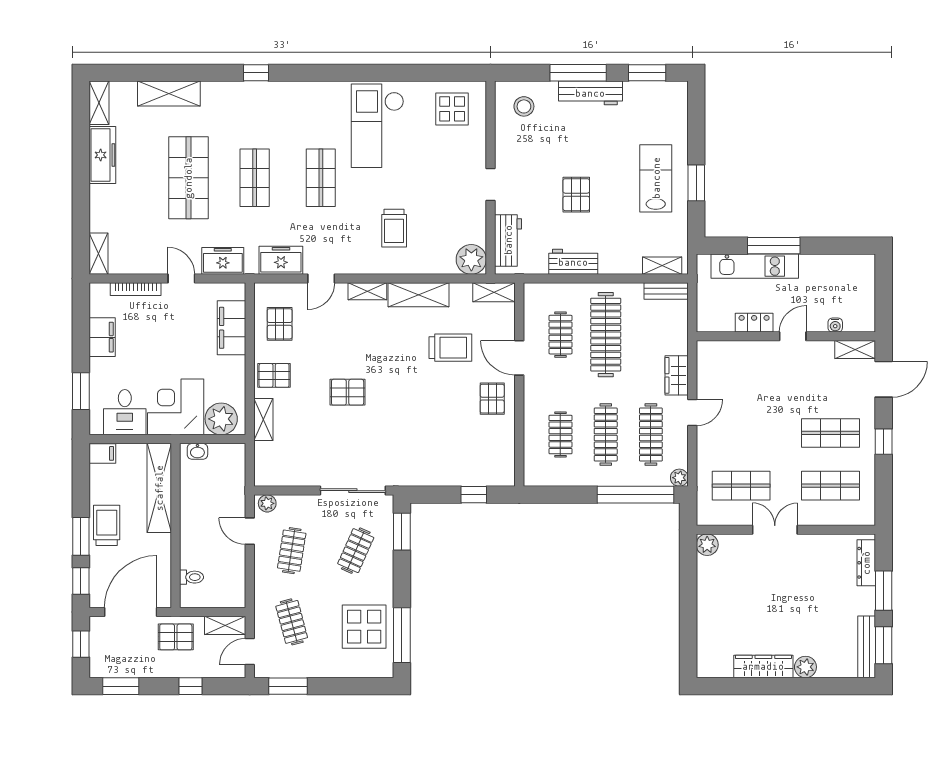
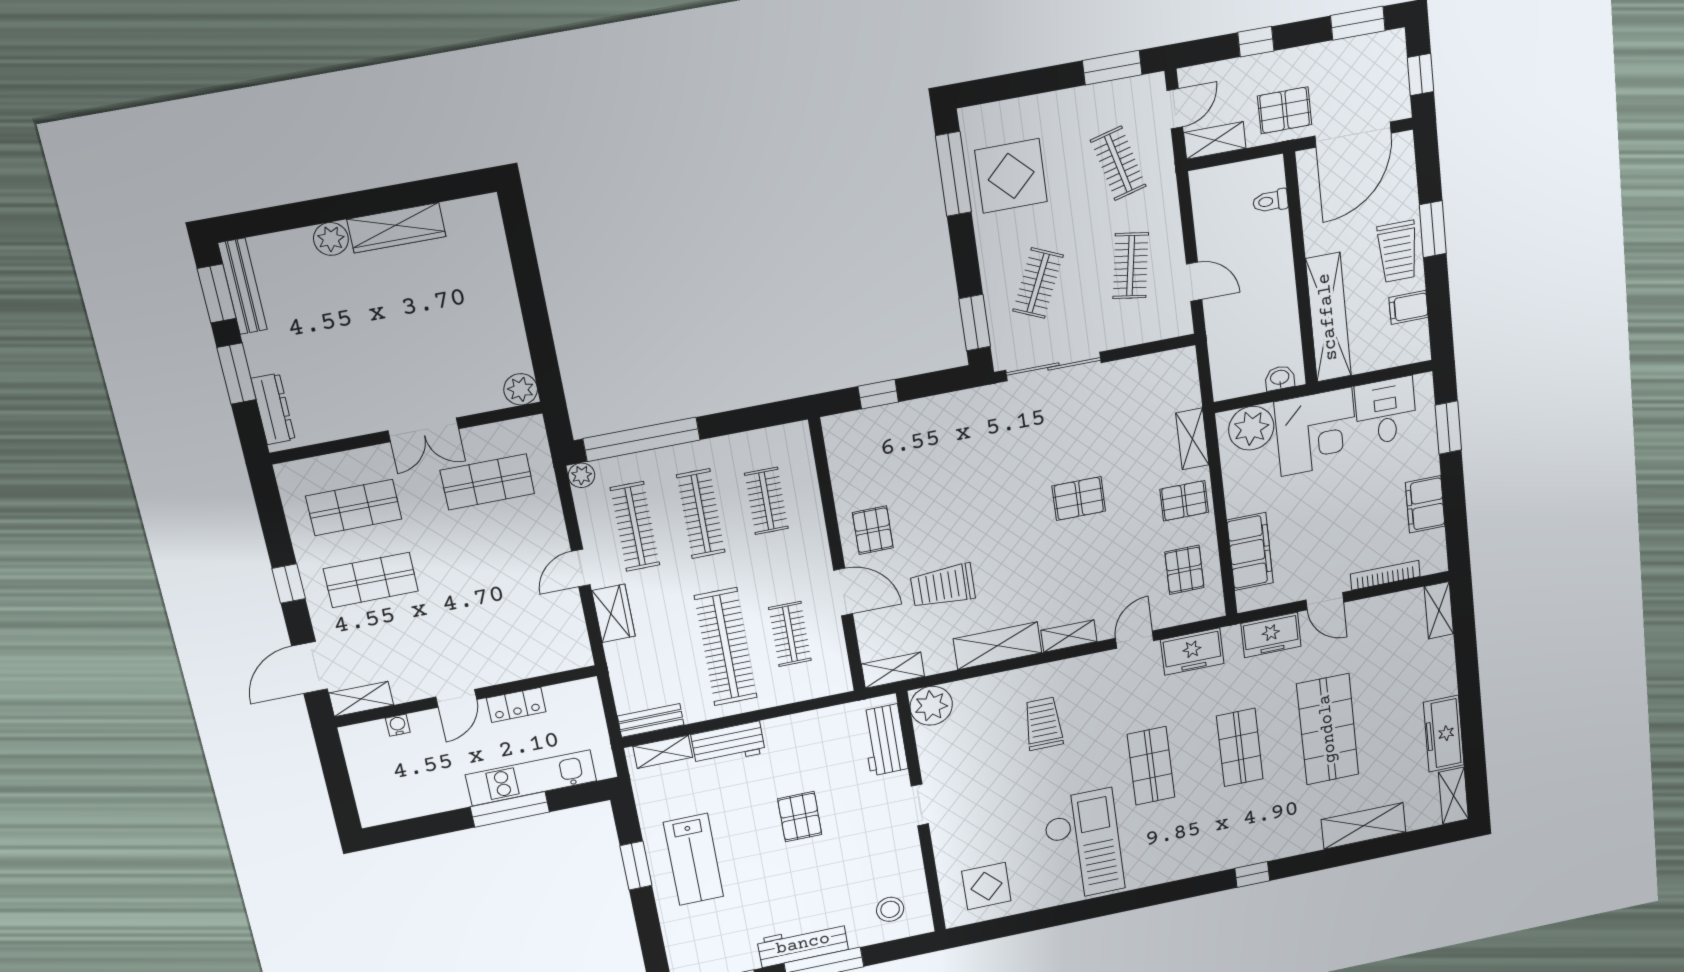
workbench: (573, 262) -> (728, 744), moved
filing cabinet: (102, 453) -> (1409, 307), moved
plant: (267, 503) -> (1174, 325), removed
window: (81, 581) -> (1428, 166), removed

